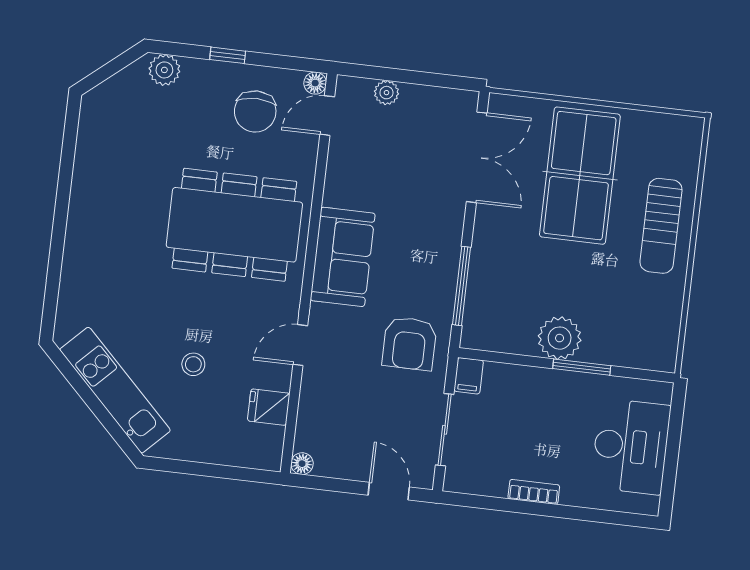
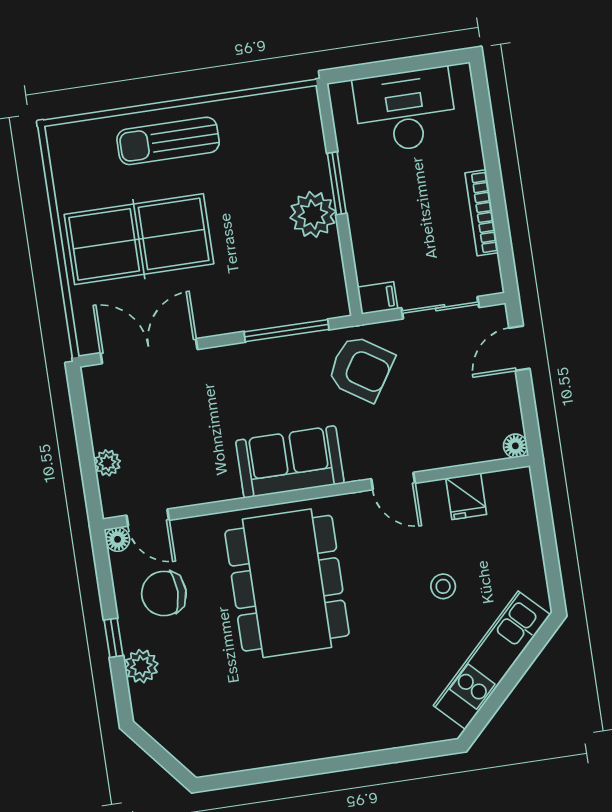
plant: (164, 70) -> (141, 666), moved
chair: (255, 112) -> (164, 593), turned 180
sun lounger: (661, 226) -> (168, 141), turned 180
armchair: (409, 344) -> (361, 368), turned 33
bookcase: (534, 492) -> (482, 213), width x1.56

